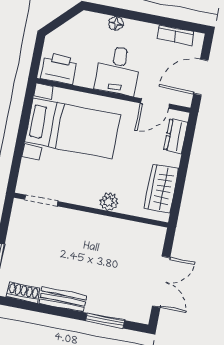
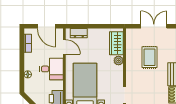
wardrobe: (161, 189) -> (116, 43), moved, turned 90
rug: (104, 262) -> (149, 57), added

